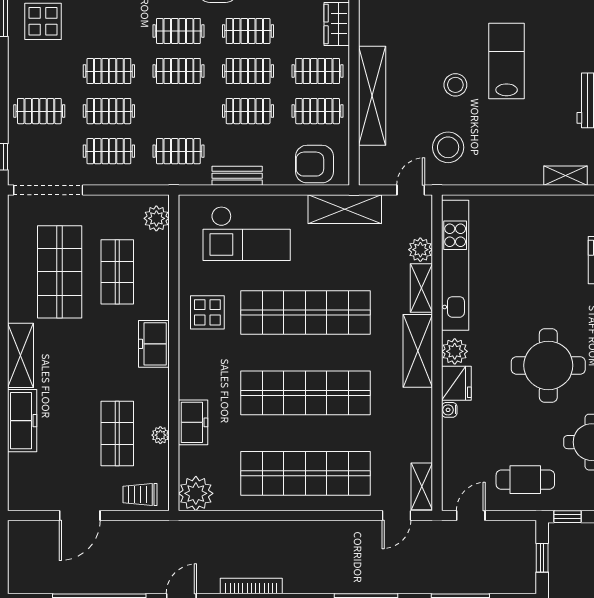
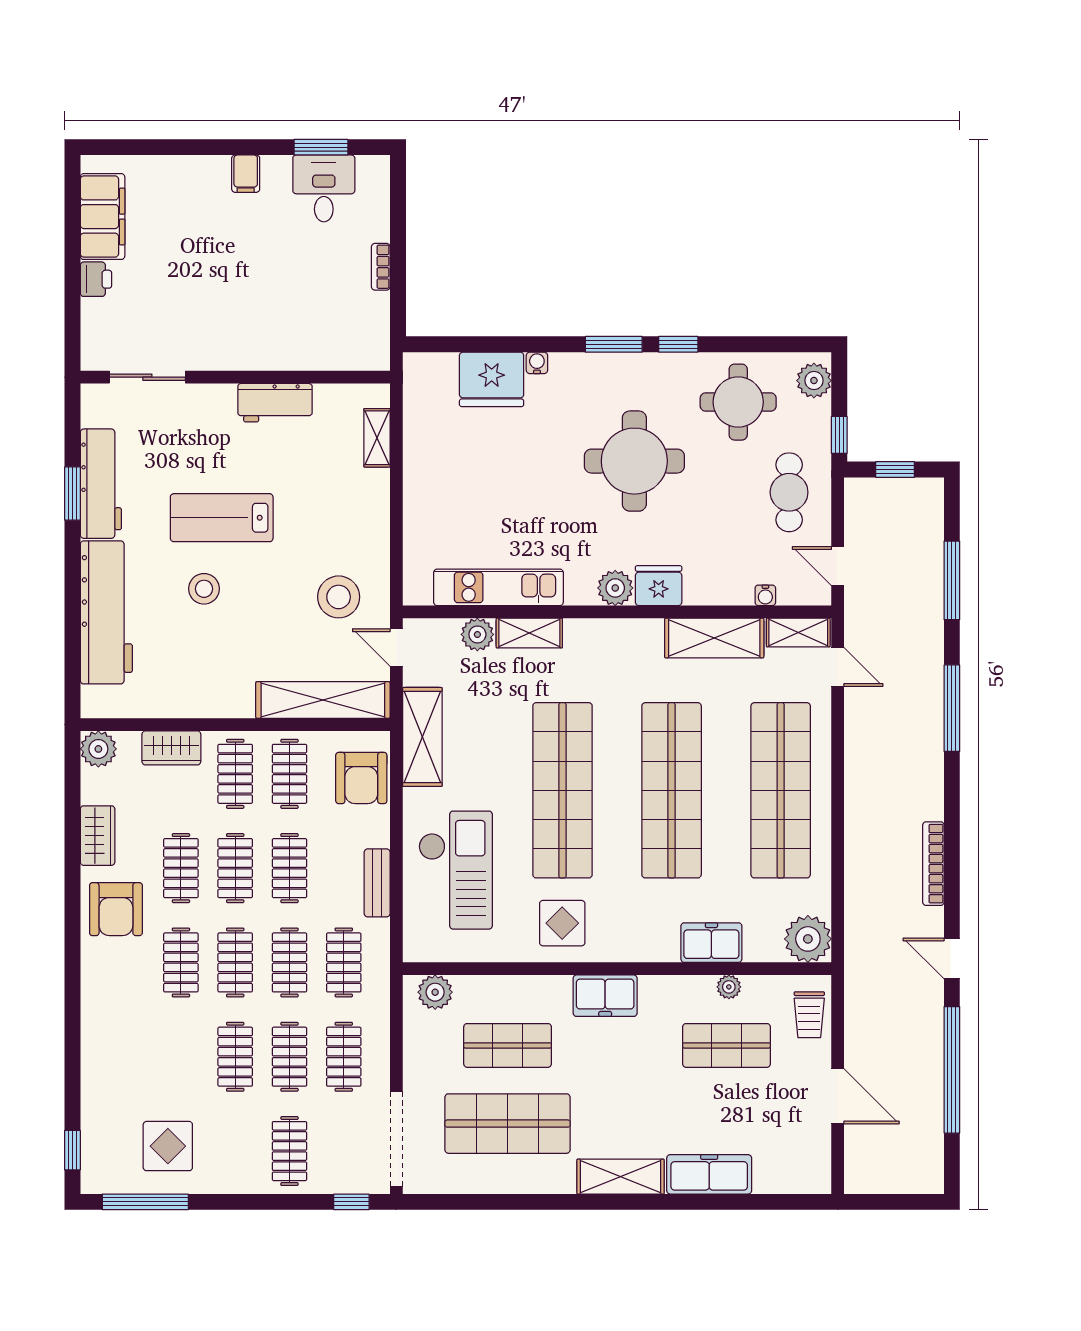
stool: (455, 85) -> (204, 589), moved
shelving: (372, 96) -> (323, 700), moved
clothes rail: (178, 111) -> (289, 962), added
kitchen unit: (455, 265) -> (498, 587), width x0.73
shelving: (418, 351) -> (714, 638), moved
water cooler: (449, 410) -> (765, 595), moved

